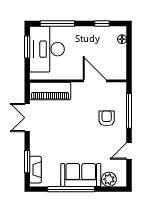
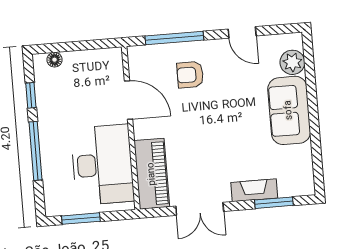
window: (57, 24) -> (35, 151), moved
desk: (47, 49) -> (102, 165), moved, turned -90
door: (95, 81) -> (129, 100), swing flipped
fireplace: (35, 170) -> (254, 190), moved
window: (71, 189) -> (314, 125), removed

